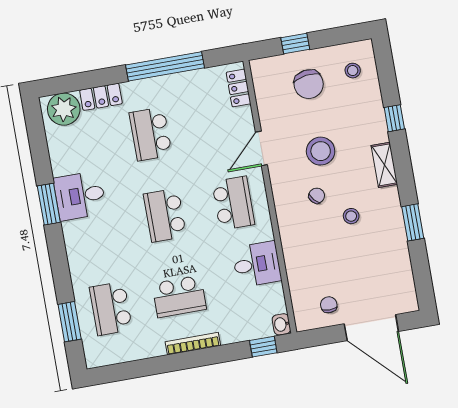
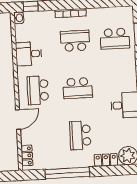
school desk: (151, 134) -> (80, 135), turned 180
school desk: (165, 215) -> (78, 88), turned 90
school desk: (111, 309) -> (115, 39), turned 90

